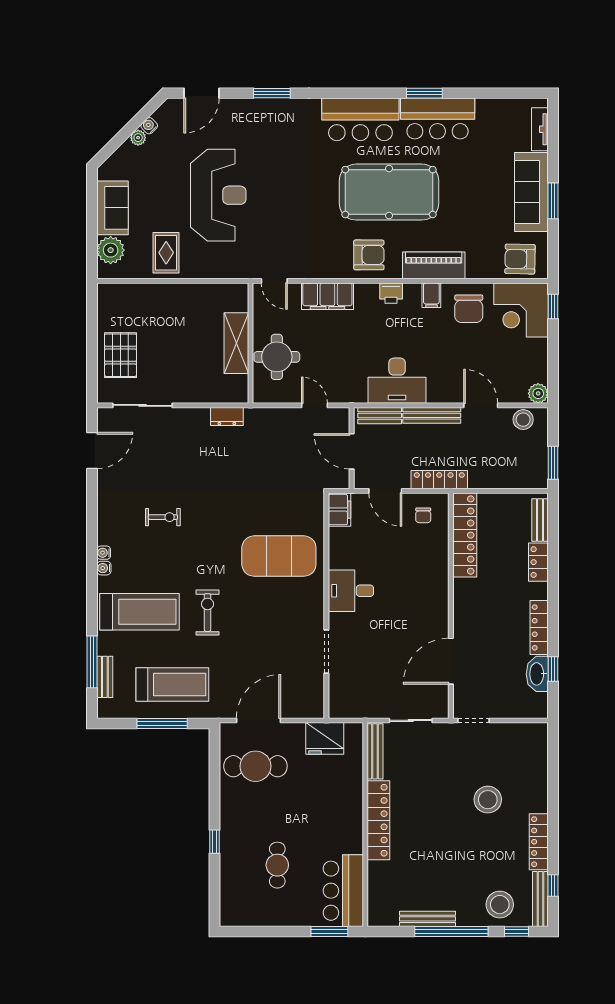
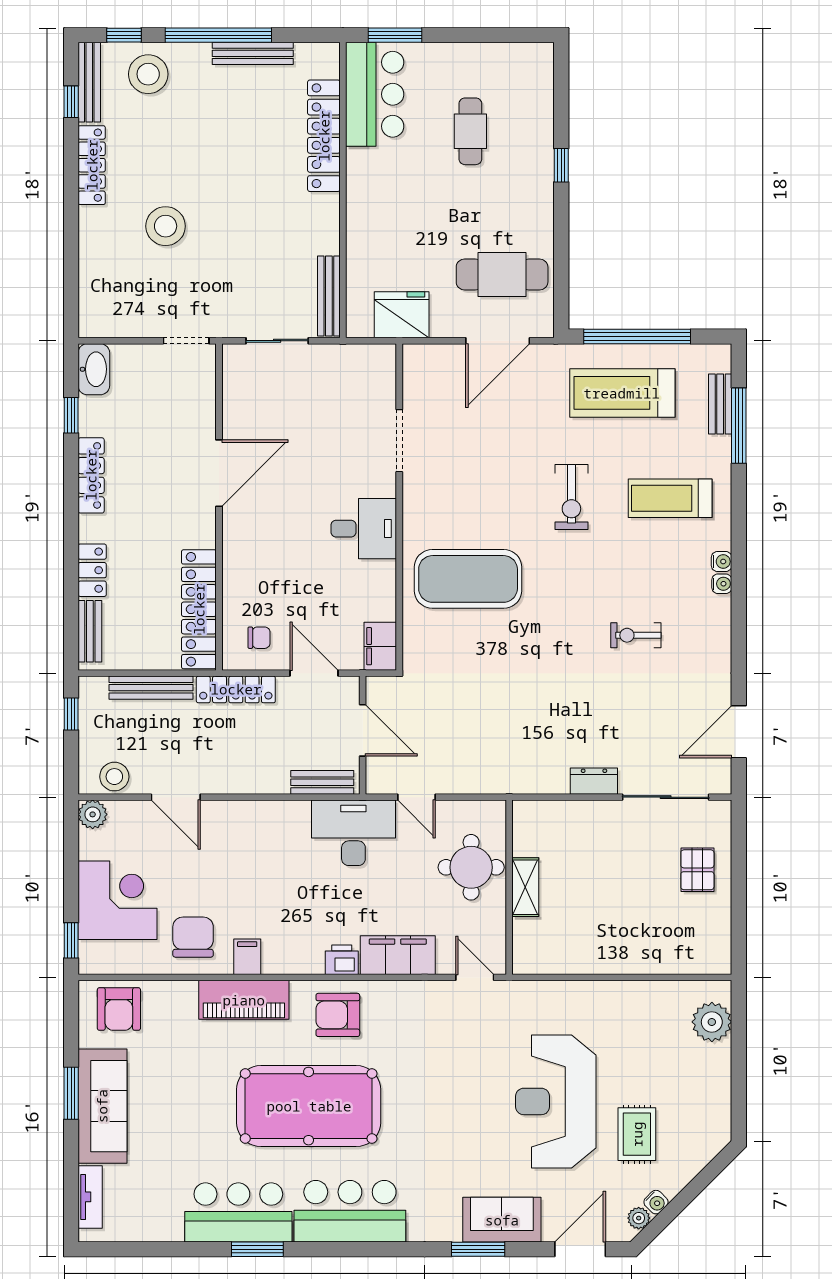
plant: (138, 138) -> (639, 1218), moved
sofa: (112, 208) -> (502, 1220), moved, turned 90
rug: (166, 253) -> (637, 1134), moved
armchair: (520, 259) -> (119, 1009), turned 89
printer: (391, 293) -> (342, 960), moved
corner desk: (521, 310) -> (117, 900), moved
shelving: (236, 343) -> (525, 887), width x0.67, depth x0.75
pallet: (121, 355) -> (697, 870), width x0.67, depth x0.71
desk: (397, 381) -> (353, 833), moved
bench: (432, 415) -> (151, 688), moved
dresser: (227, 416) -> (594, 781), moved
window: (553, 463) -> (71, 714), width x0.67
chair: (423, 515) -> (259, 638), turned 90
treadmill: (139, 612) -> (670, 498), width x0.73, depth x0.73
door: (451, 661) -> (219, 473), moved
washbasin: (537, 674) -> (94, 369), moved
window: (162, 723) -> (637, 336), width x1.46
locker: (378, 820) -> (324, 136), moved

